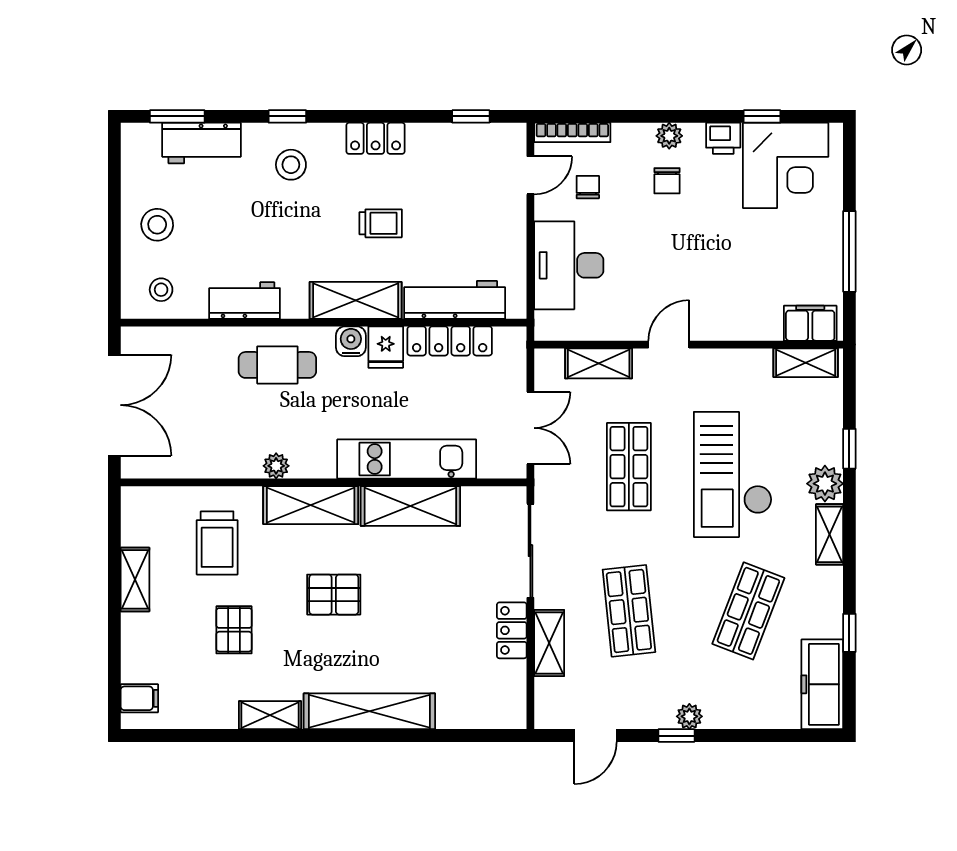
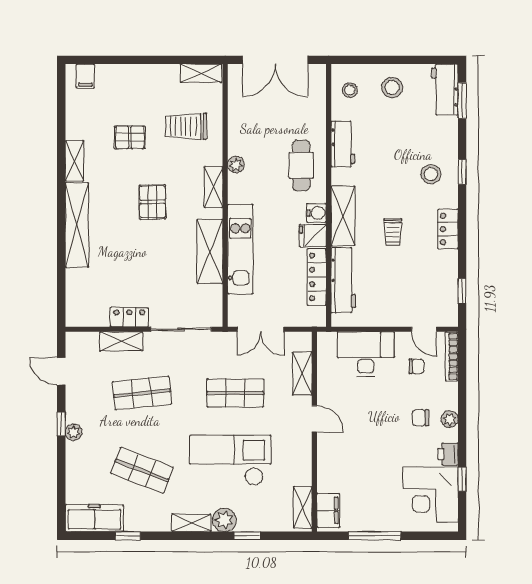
workbench: (201, 143) -> (445, 89), moved
shelving: (311, 505) -> (213, 187), width x0.67, depth x0.75
shelving: (135, 579) -> (201, 73), moved

